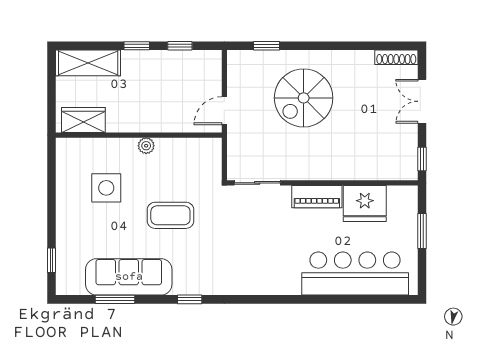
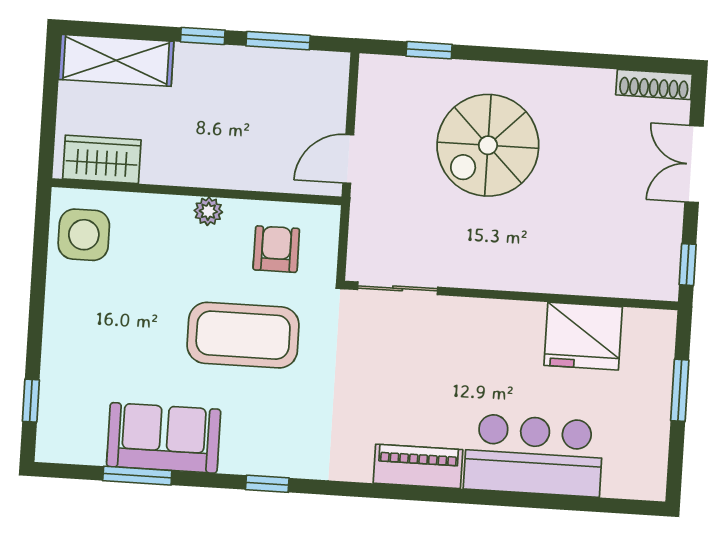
window: (180, 46) -> (278, 41), width x1.50
armchair: (186, 165) -> (276, 249), added
side table: (106, 188) -> (84, 235), moved
piano: (317, 197) -> (418, 466), moved, turned 180
coffee table: (170, 215) -> (243, 335), width x1.36, depth x1.32
bar counter: (355, 274) -> (534, 455), width x0.73
sofa: (129, 277) -> (164, 438), width x0.73

